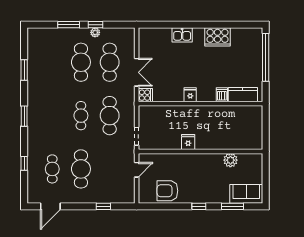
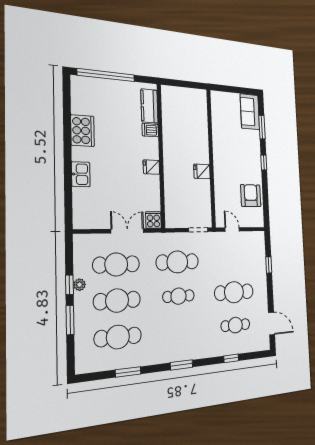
cafe table: (52, 62) -> (118, 337), added
plant: (230, 160) -> (218, 126), removed
armchair: (167, 191) -> (251, 196), turned 180

